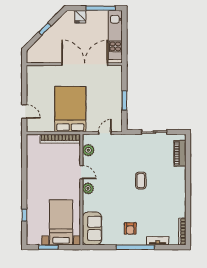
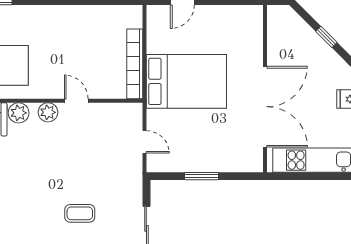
plant: (88, 150) -> (19, 113), moved
door: (81, 172) -> (76, 101), swing flipped
coffee table: (141, 181) -> (80, 213), moved

